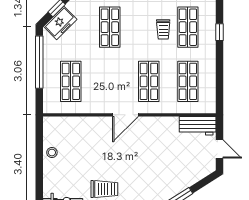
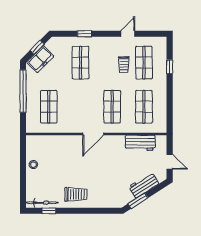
workbench: (198, 126) -> (140, 143), moved
workbench: (188, 178) -> (144, 185), added

